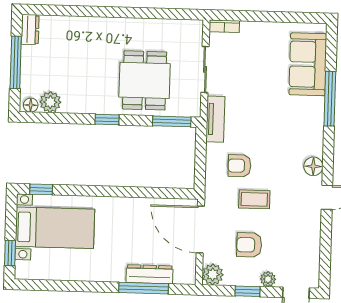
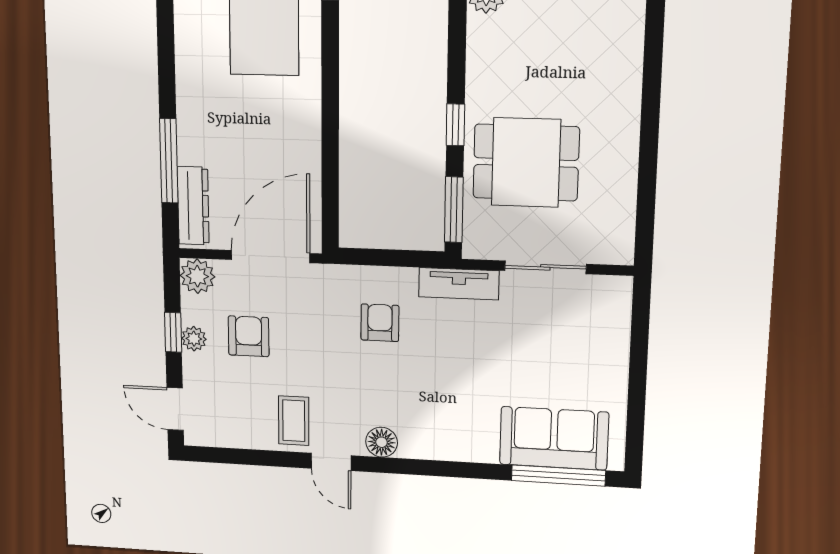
bookcase: (224, 26) -> (622, 301), removed
window: (330, 99) -> (558, 476), moved
window: (107, 120) -> (455, 125), moved
coffee table: (254, 199) -> (294, 421), moved
dresser: (150, 274) -> (193, 206), moved
plant: (268, 279) -> (194, 339), moved

